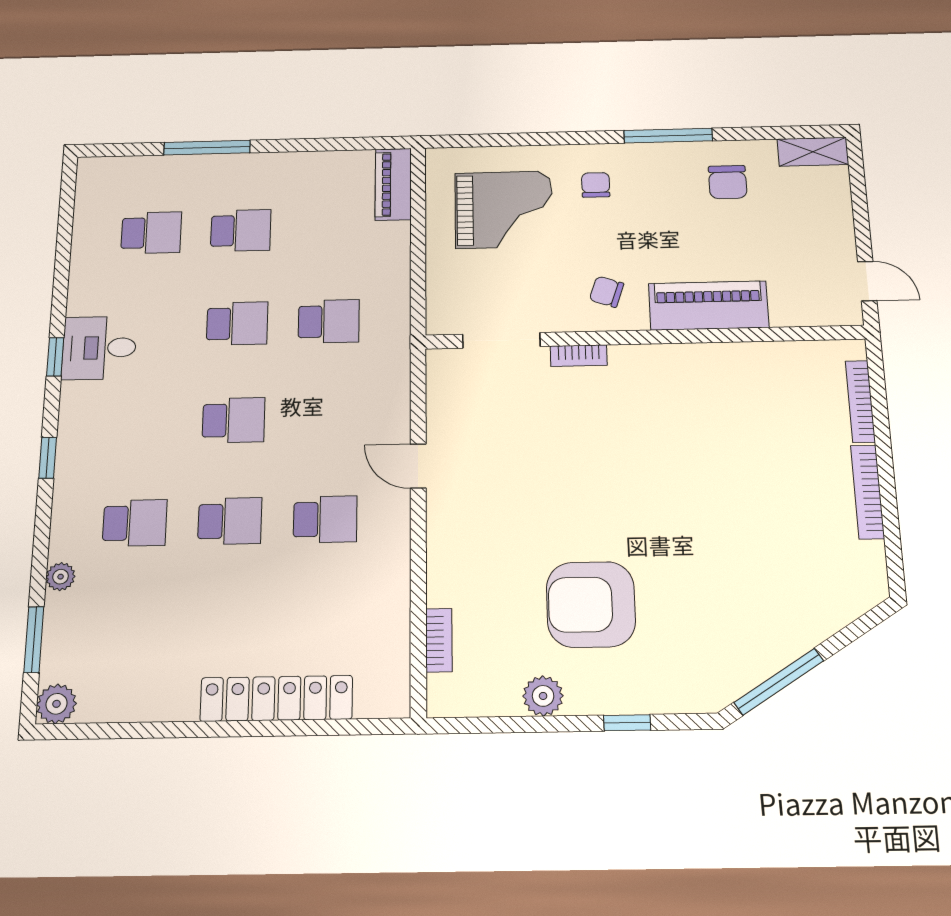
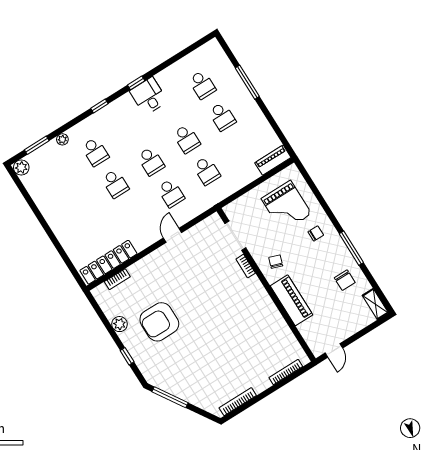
chair: (728, 182) -> (345, 280), turned -90
bookcase: (868, 492) -> (238, 402), moved
school desk: (325, 519) -> (171, 193), moved
armchair: (591, 604) -> (159, 322), turned -90
locker: (276, 698) -> (108, 262), moved, turned -90

